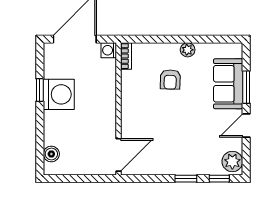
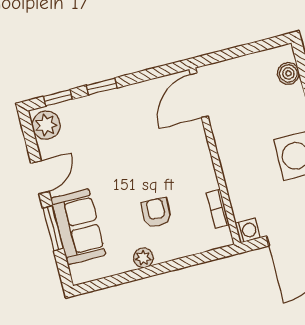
bookcase: (126, 56) -> (218, 209), moved

